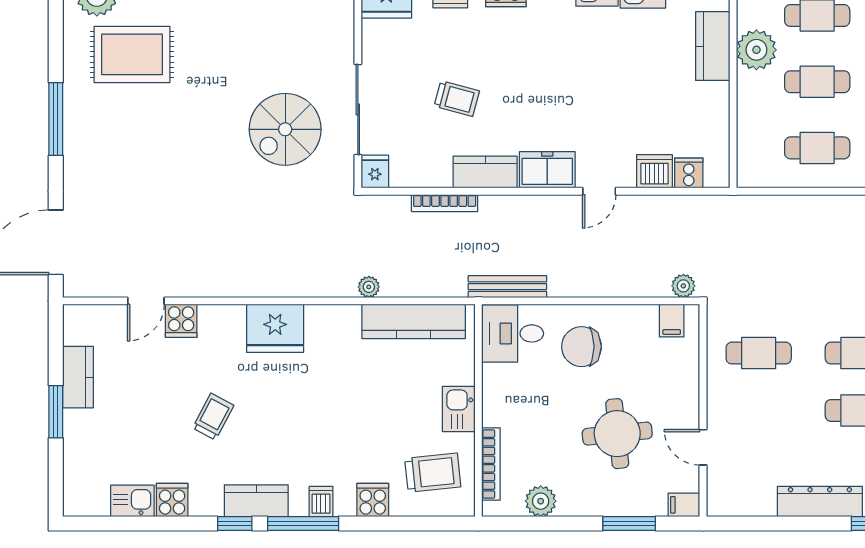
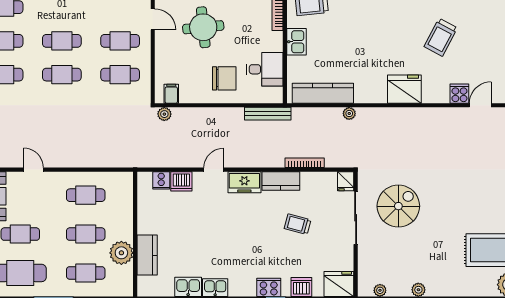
desk: (513, 333) -> (265, 69), moved
cafe table: (759, 410) -> (120, 41), added
trolley: (213, 417) -> (441, 37), width x1.36, depth x1.39

